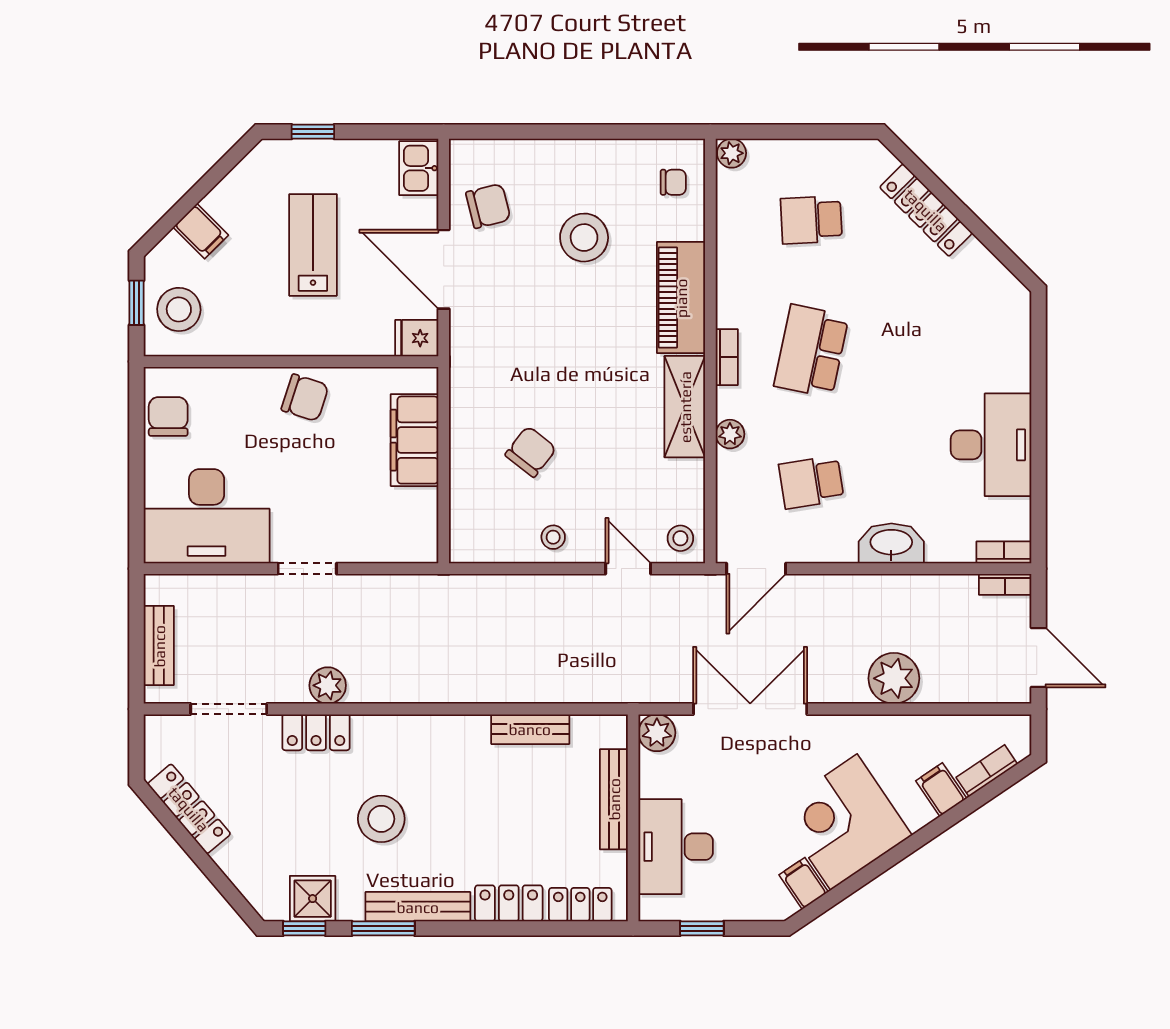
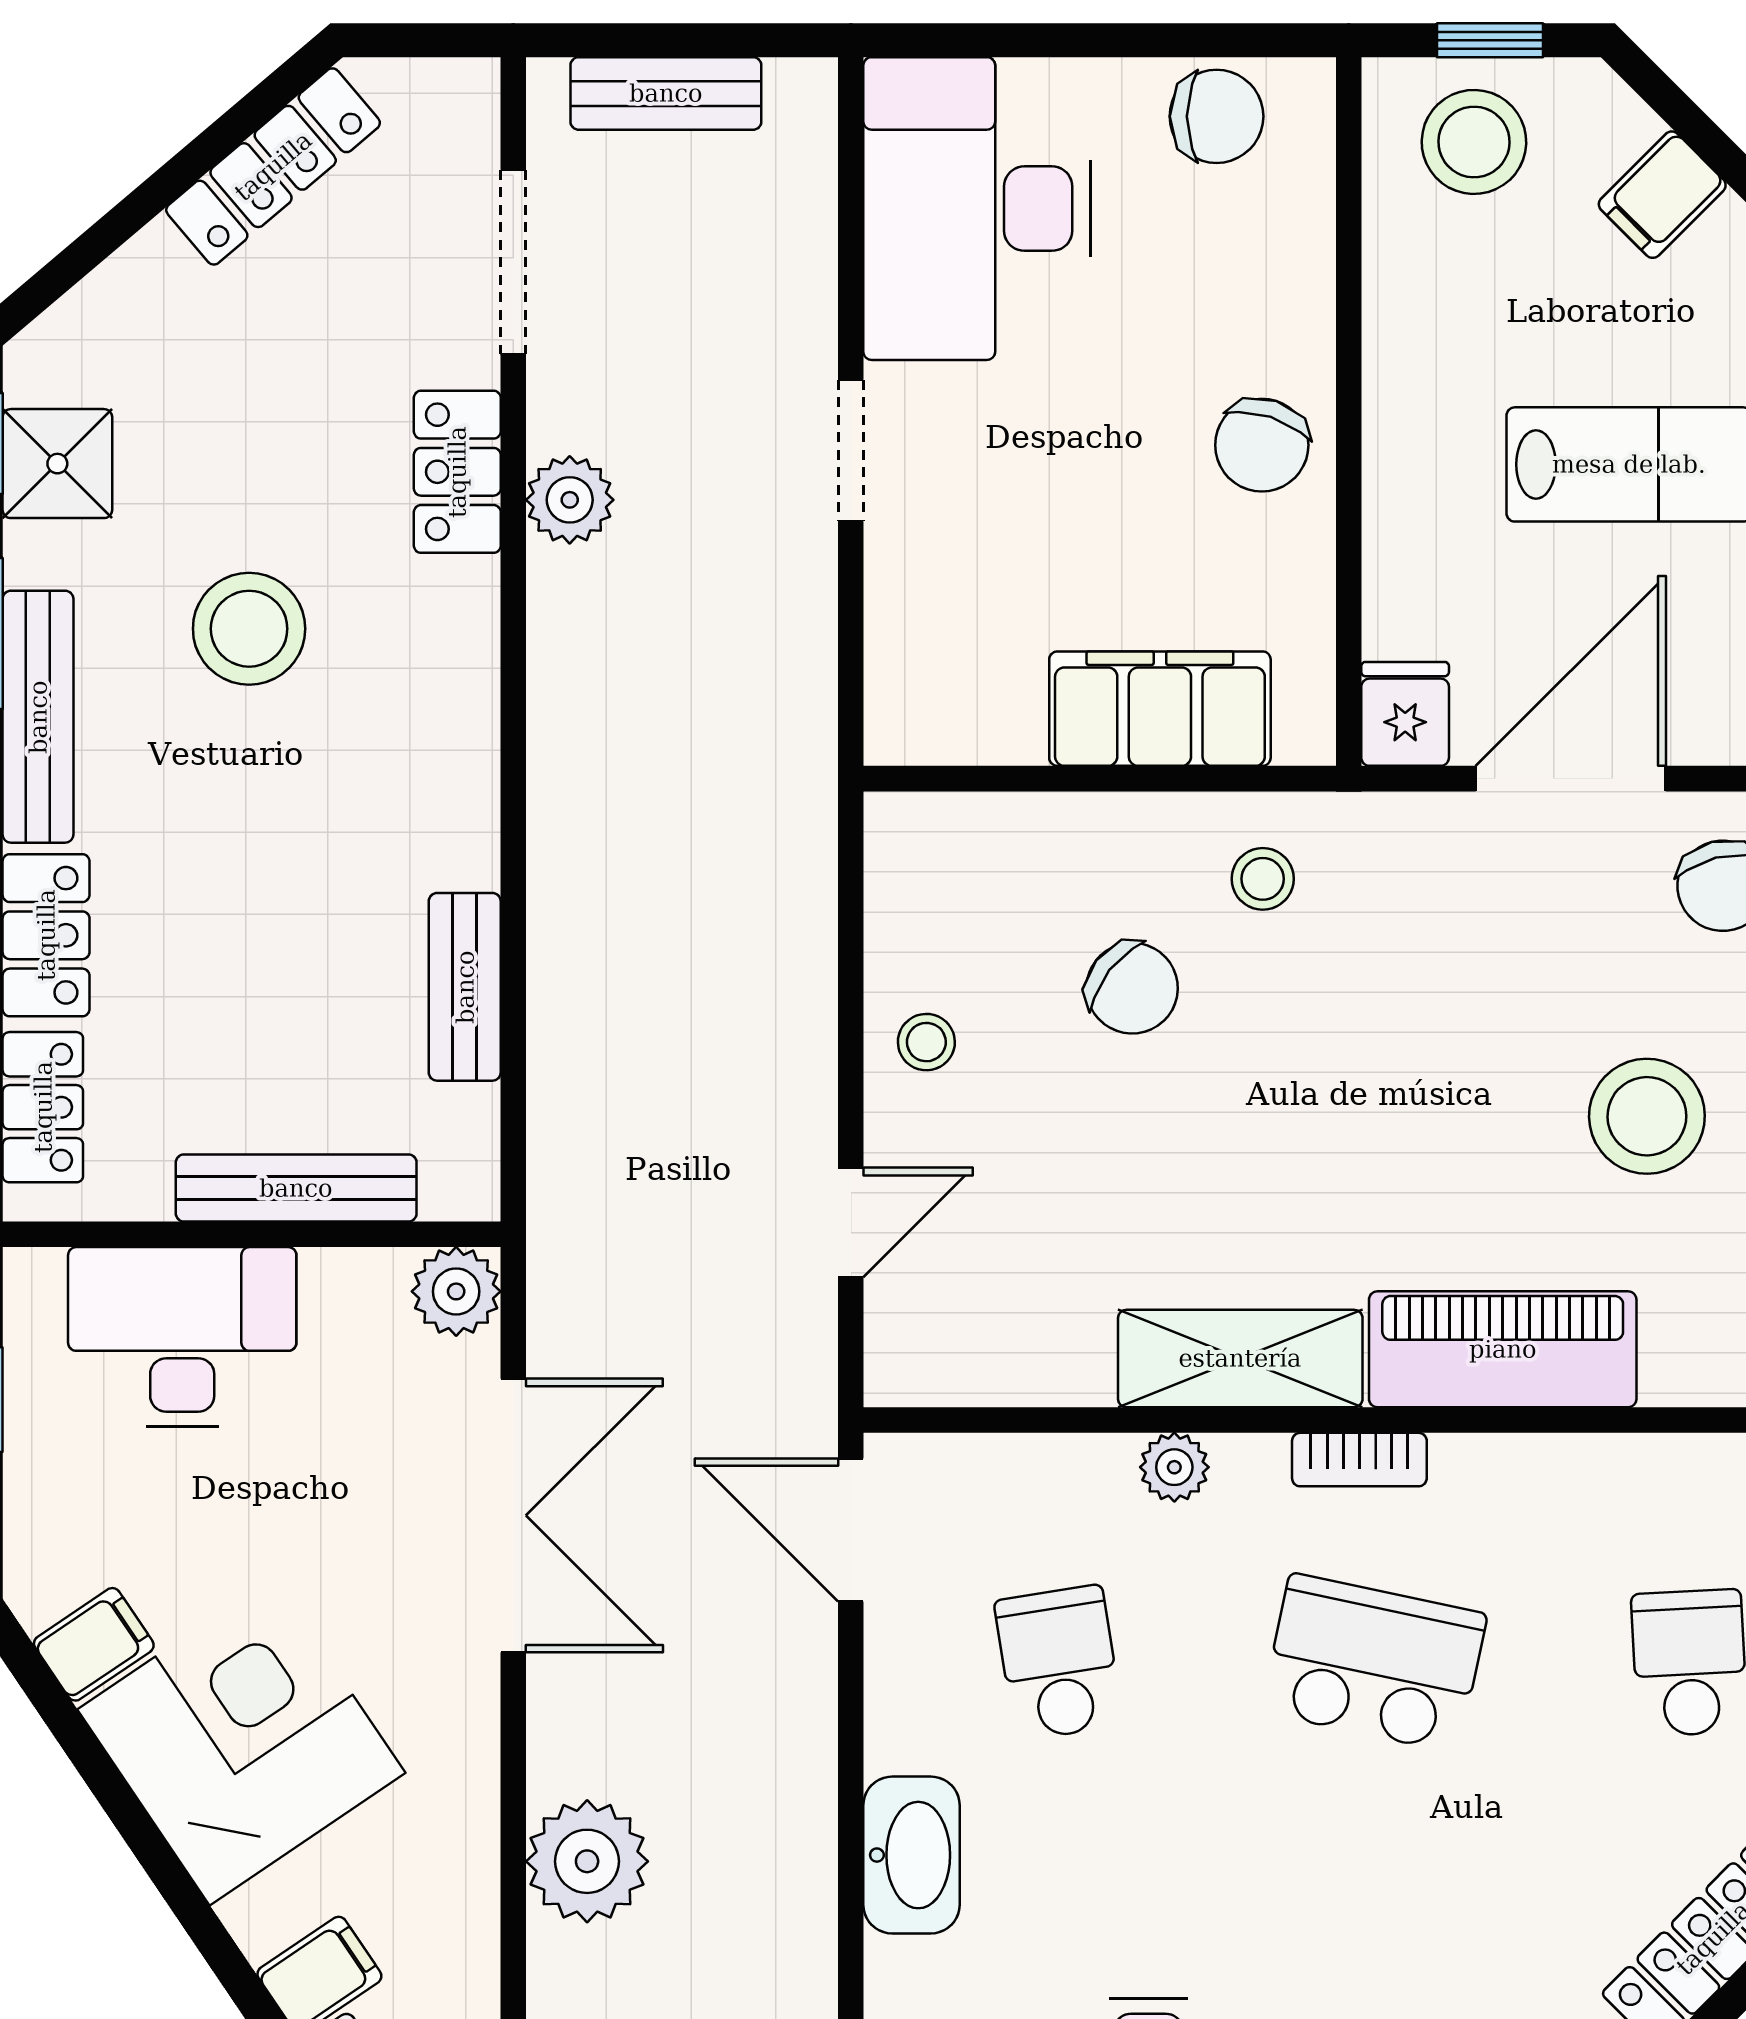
stool: (680, 538) -> (1263, 879), moved

